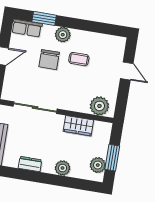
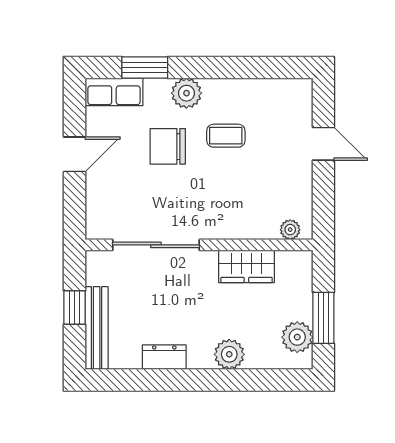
chair: (49, 60) -> (168, 146), turned 90
plant: (99, 106) -> (290, 230), width x0.53, depth x0.53

